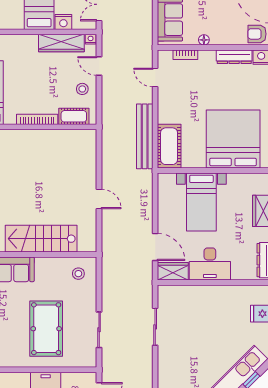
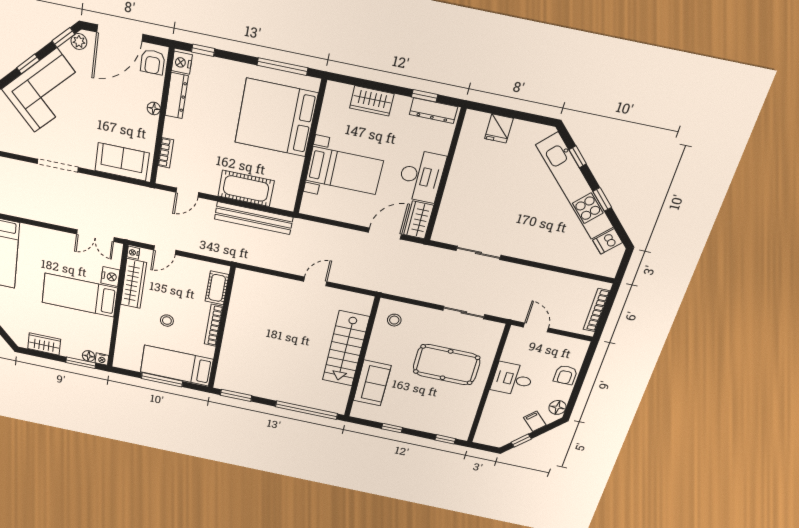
floor lamp: (204, 40) -> (154, 108), moved
stool: (82, 89) -> (167, 321), moved
cot: (169, 146) -> (246, 188), moved

